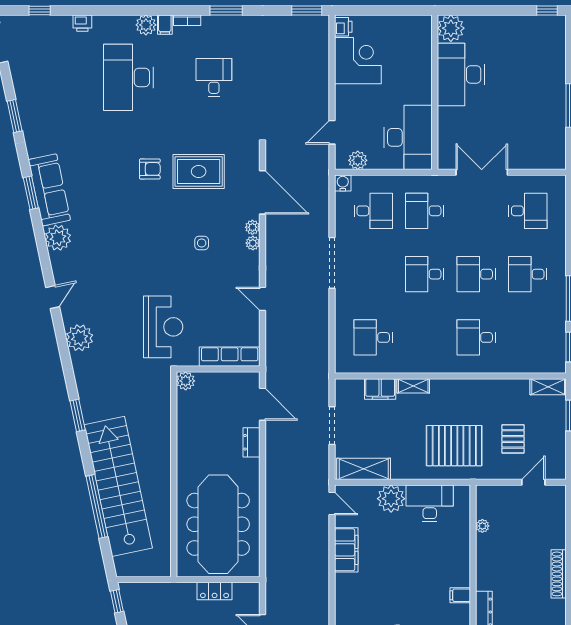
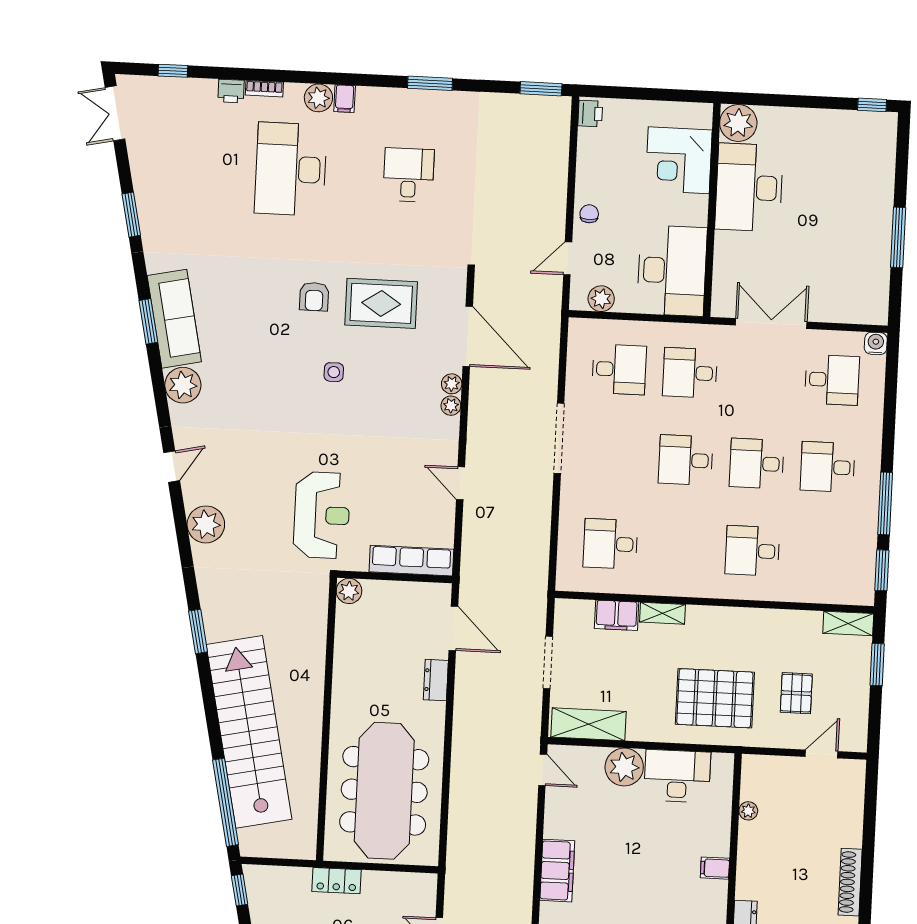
bookcase: (187, 20) -> (264, 89), moved
corner desk: (358, 61) -> (679, 160), moved, turned 180
chair: (346, 99) -> (589, 214), added
armchair: (150, 169) -> (314, 297), turned 90
water cooler: (343, 183) -> (876, 343), moved
side table: (202, 243) -> (334, 372), moved
window: (97, 506) -> (226, 802), moved
filing cabinet: (346, 550) -> (557, 871), moved
locker: (215, 591) -> (337, 881), moved
filing cabinet: (460, 595) -> (715, 868), moved

